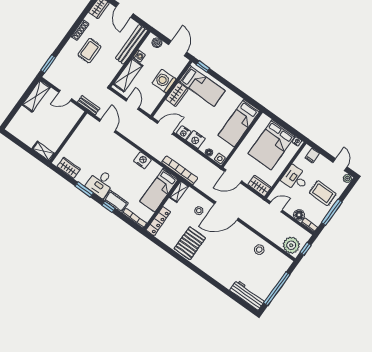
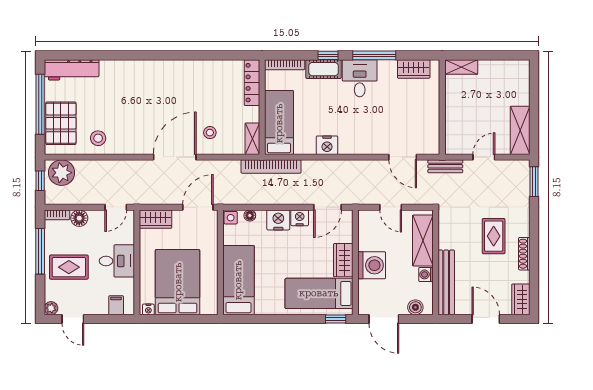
window: (84, 190) -> (374, 55), width x1.44
pallet: (190, 243) -> (61, 123), moved

